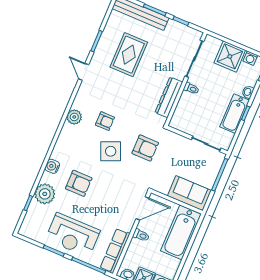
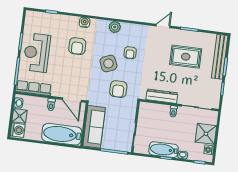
plant: (74, 117) -> (115, 27), moved
sofa: (189, 193) -> (94, 127), width x1.36
plant: (45, 194) -> (62, 23), removed

